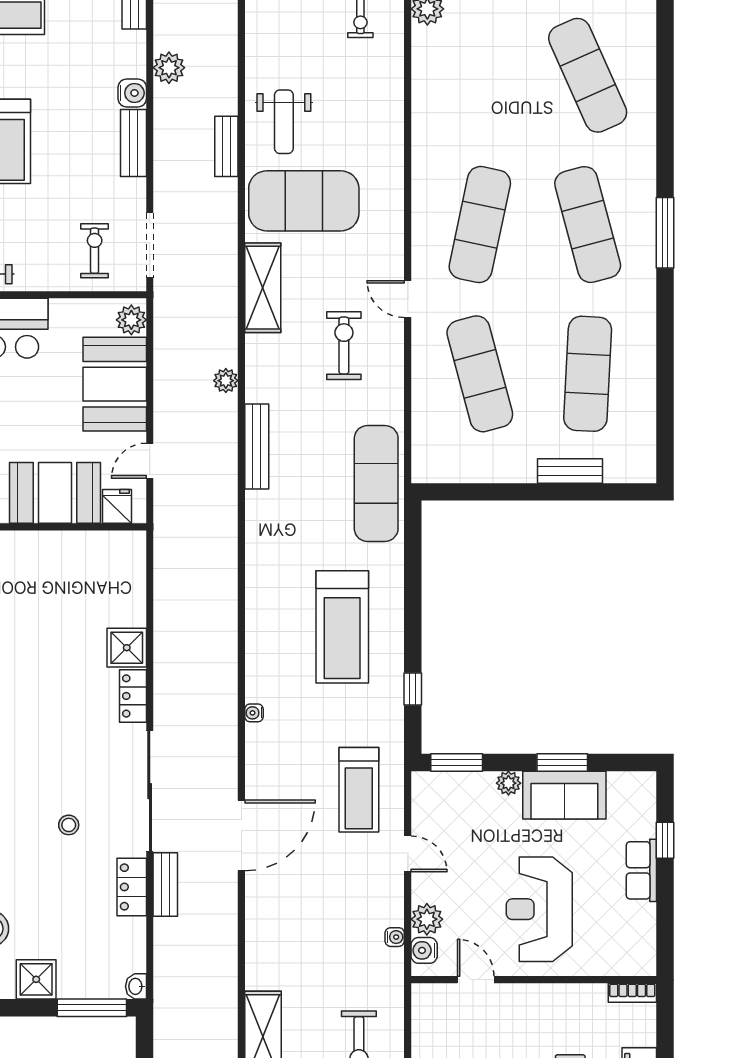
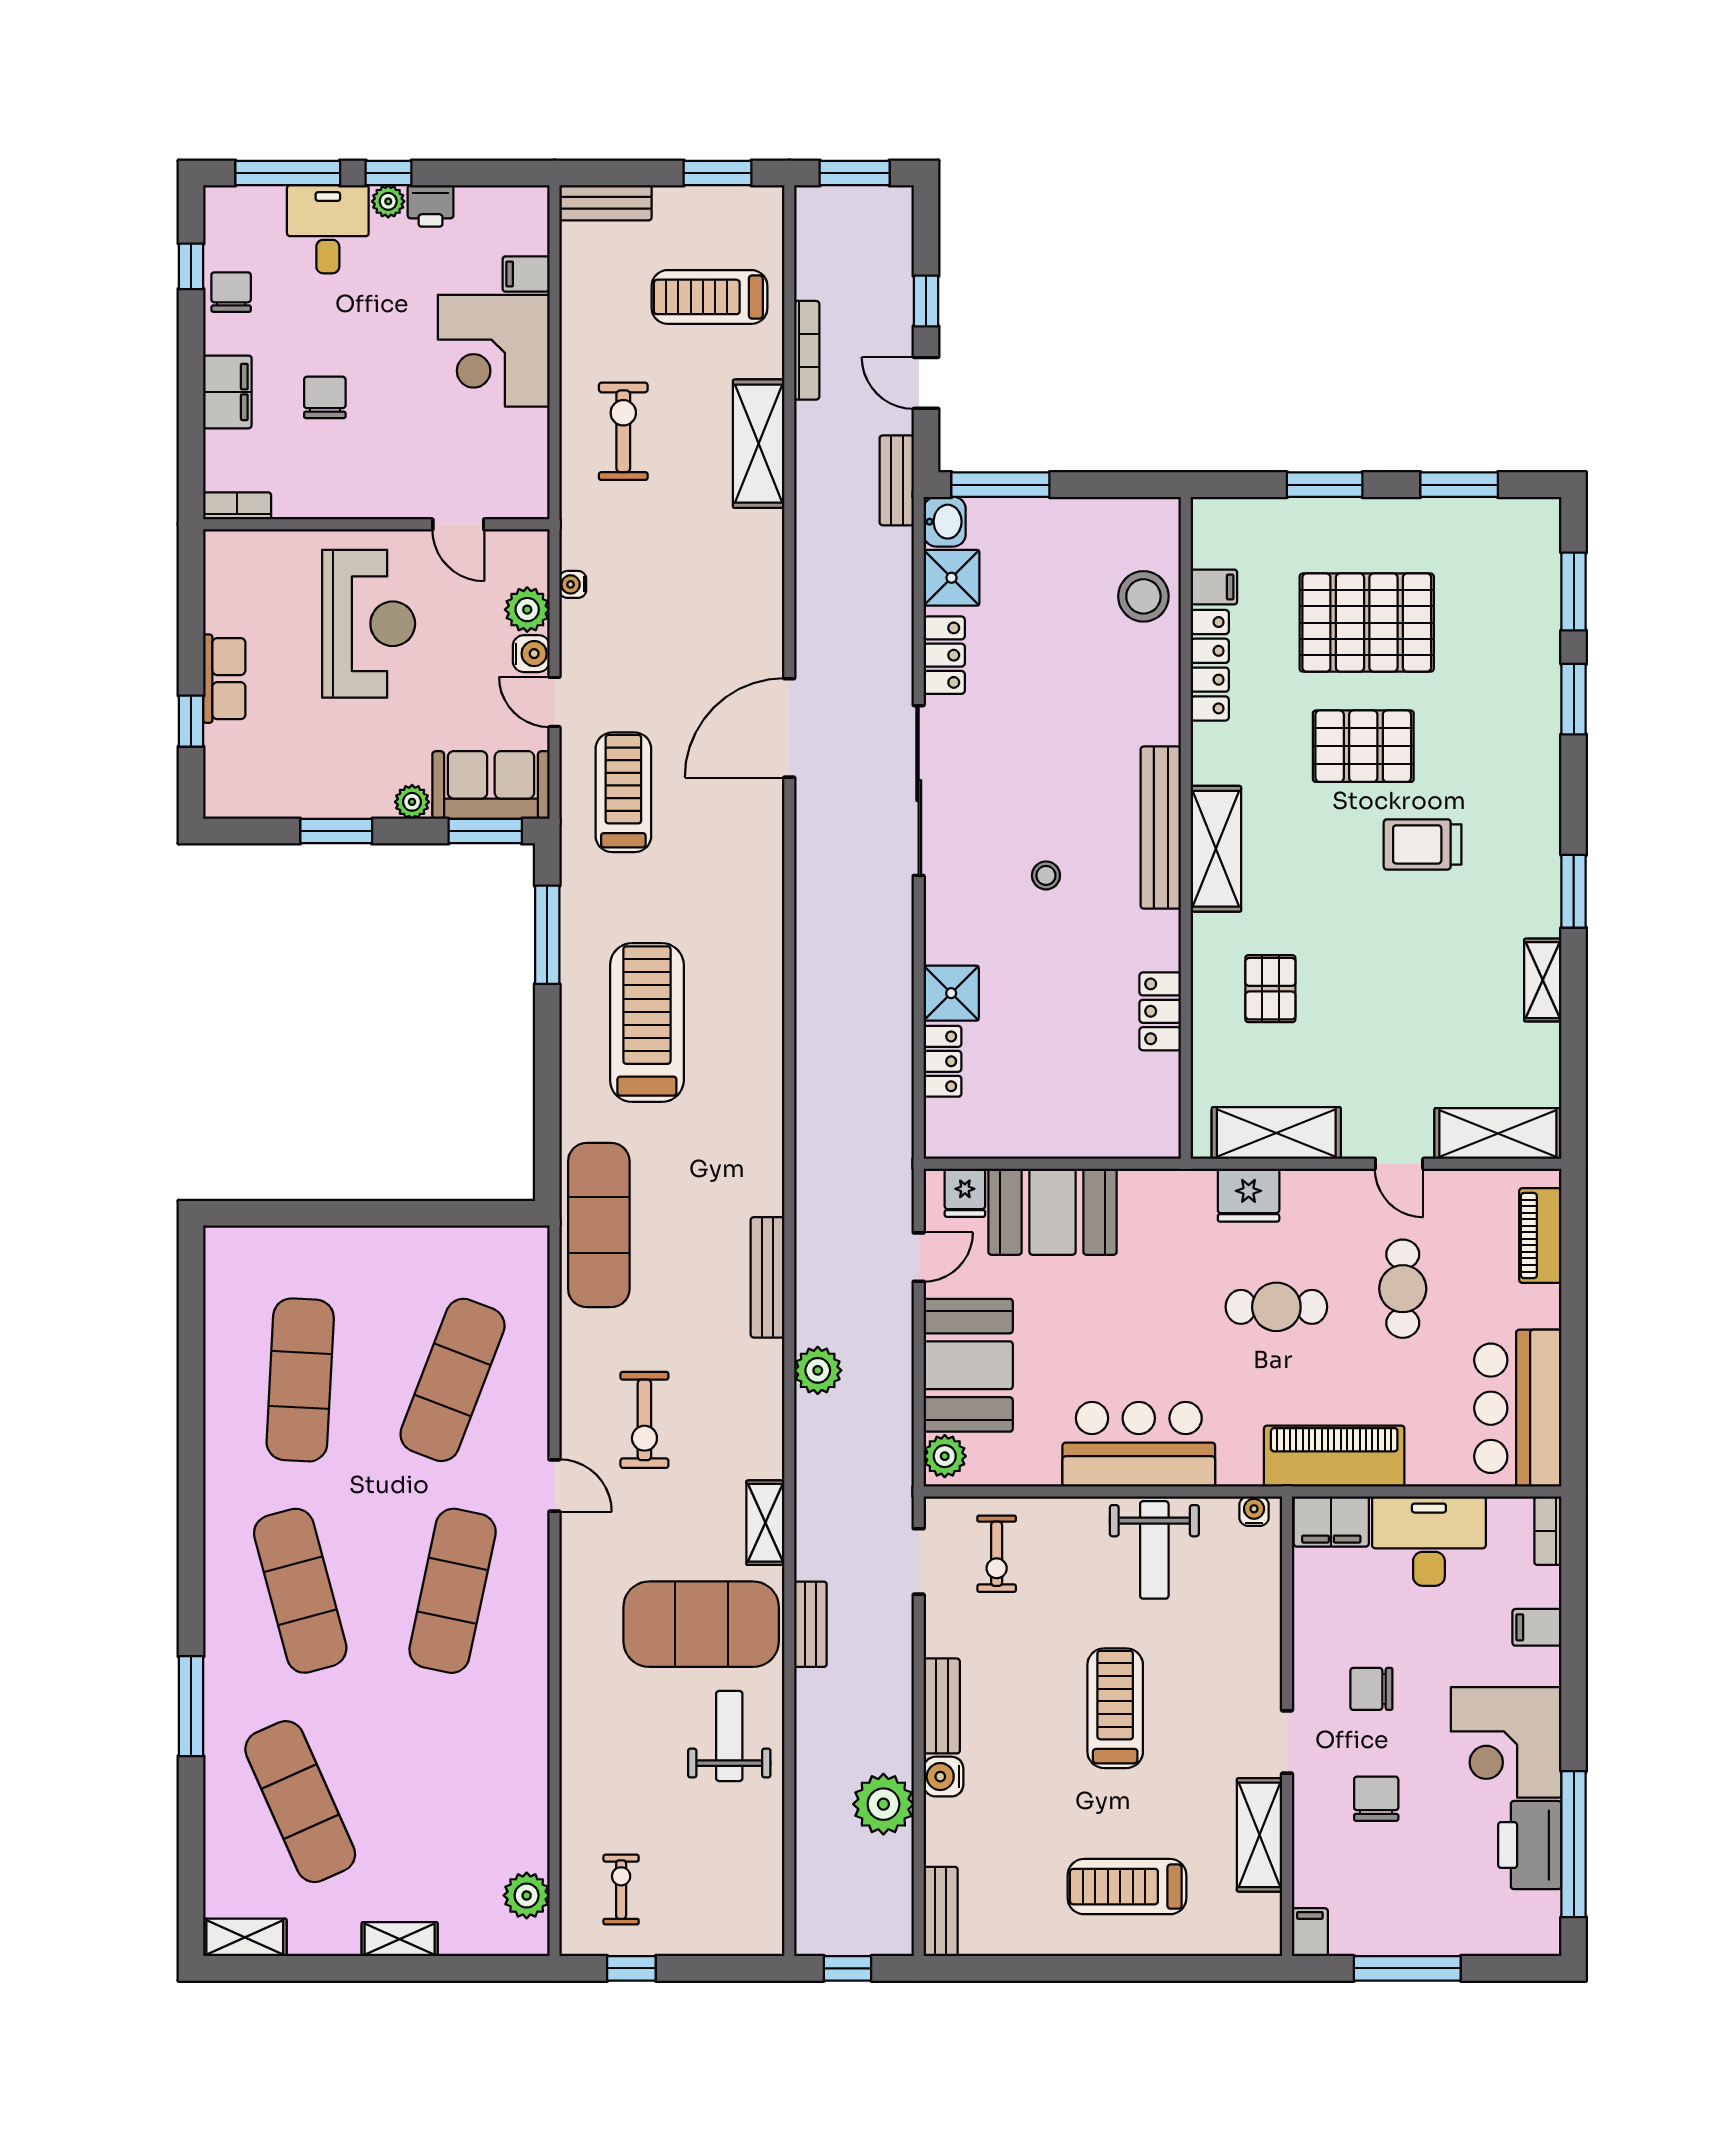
plant: (169, 68) -> (883, 1804), width x1.36, depth x1.36
bench: (226, 146) -> (810, 1624), moved
window: (665, 233) -> (191, 1706), moved
doorway: (150, 245) -> (919, 1561), width x0.73
shelving: (263, 288) -> (765, 1523), width x0.67, depth x0.75
exercise mat: (480, 374) -> (453, 1380), turned 36
plant: (226, 381) -> (818, 1370), width x1.38, depth x1.38
bench: (570, 471) -> (325, 1243), removed
window: (413, 689) -> (547, 935), width x2.17
locker: (133, 696) -> (942, 1061), moved
water cooler: (254, 713) -> (771, 901), removed
sofa: (564, 795) -> (491, 785), moved
stool: (69, 825) -> (1046, 875), moved
bench: (165, 884) -> (897, 480), moved
water cooler: (424, 950) -> (531, 654), moved
shower: (36, 979) -> (951, 578), moved
washbasin: (136, 986) -> (945, 522), width x1.38, depth x1.45

